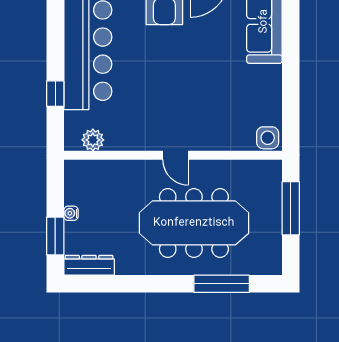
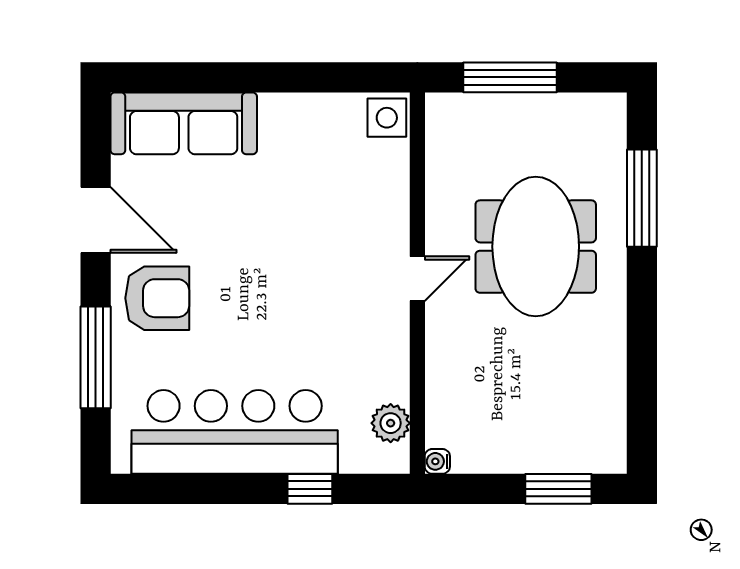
water cooler: (71, 213) -> (437, 461), moved, turned 90
meeting table: (194, 223) -> (536, 247), width x0.73
dresser: (89, 265) -> (610, 430), removed

